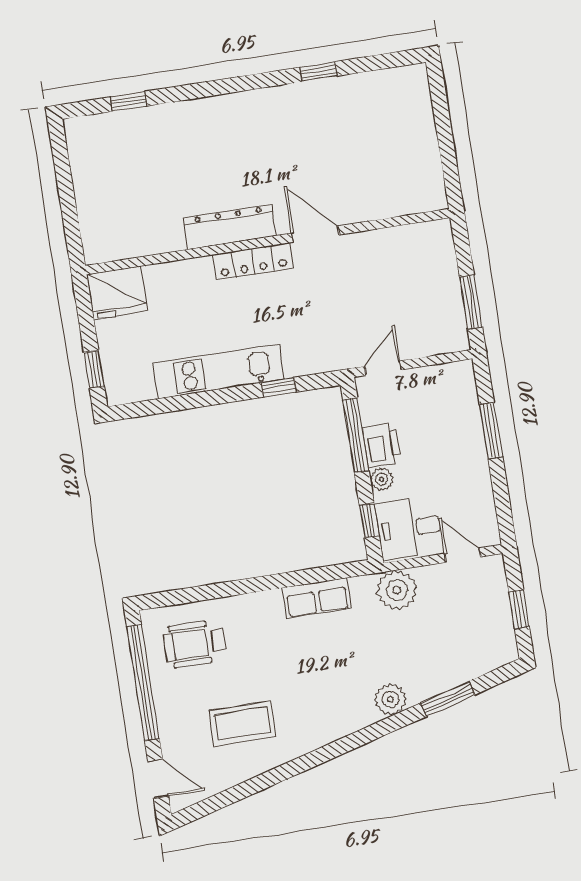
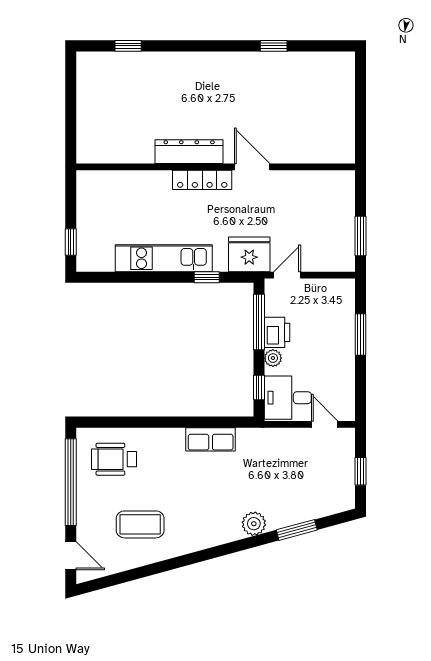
fridge: (117, 293) -> (249, 254), moved, turned 180
plant: (397, 590) -> (271, 443), removed

